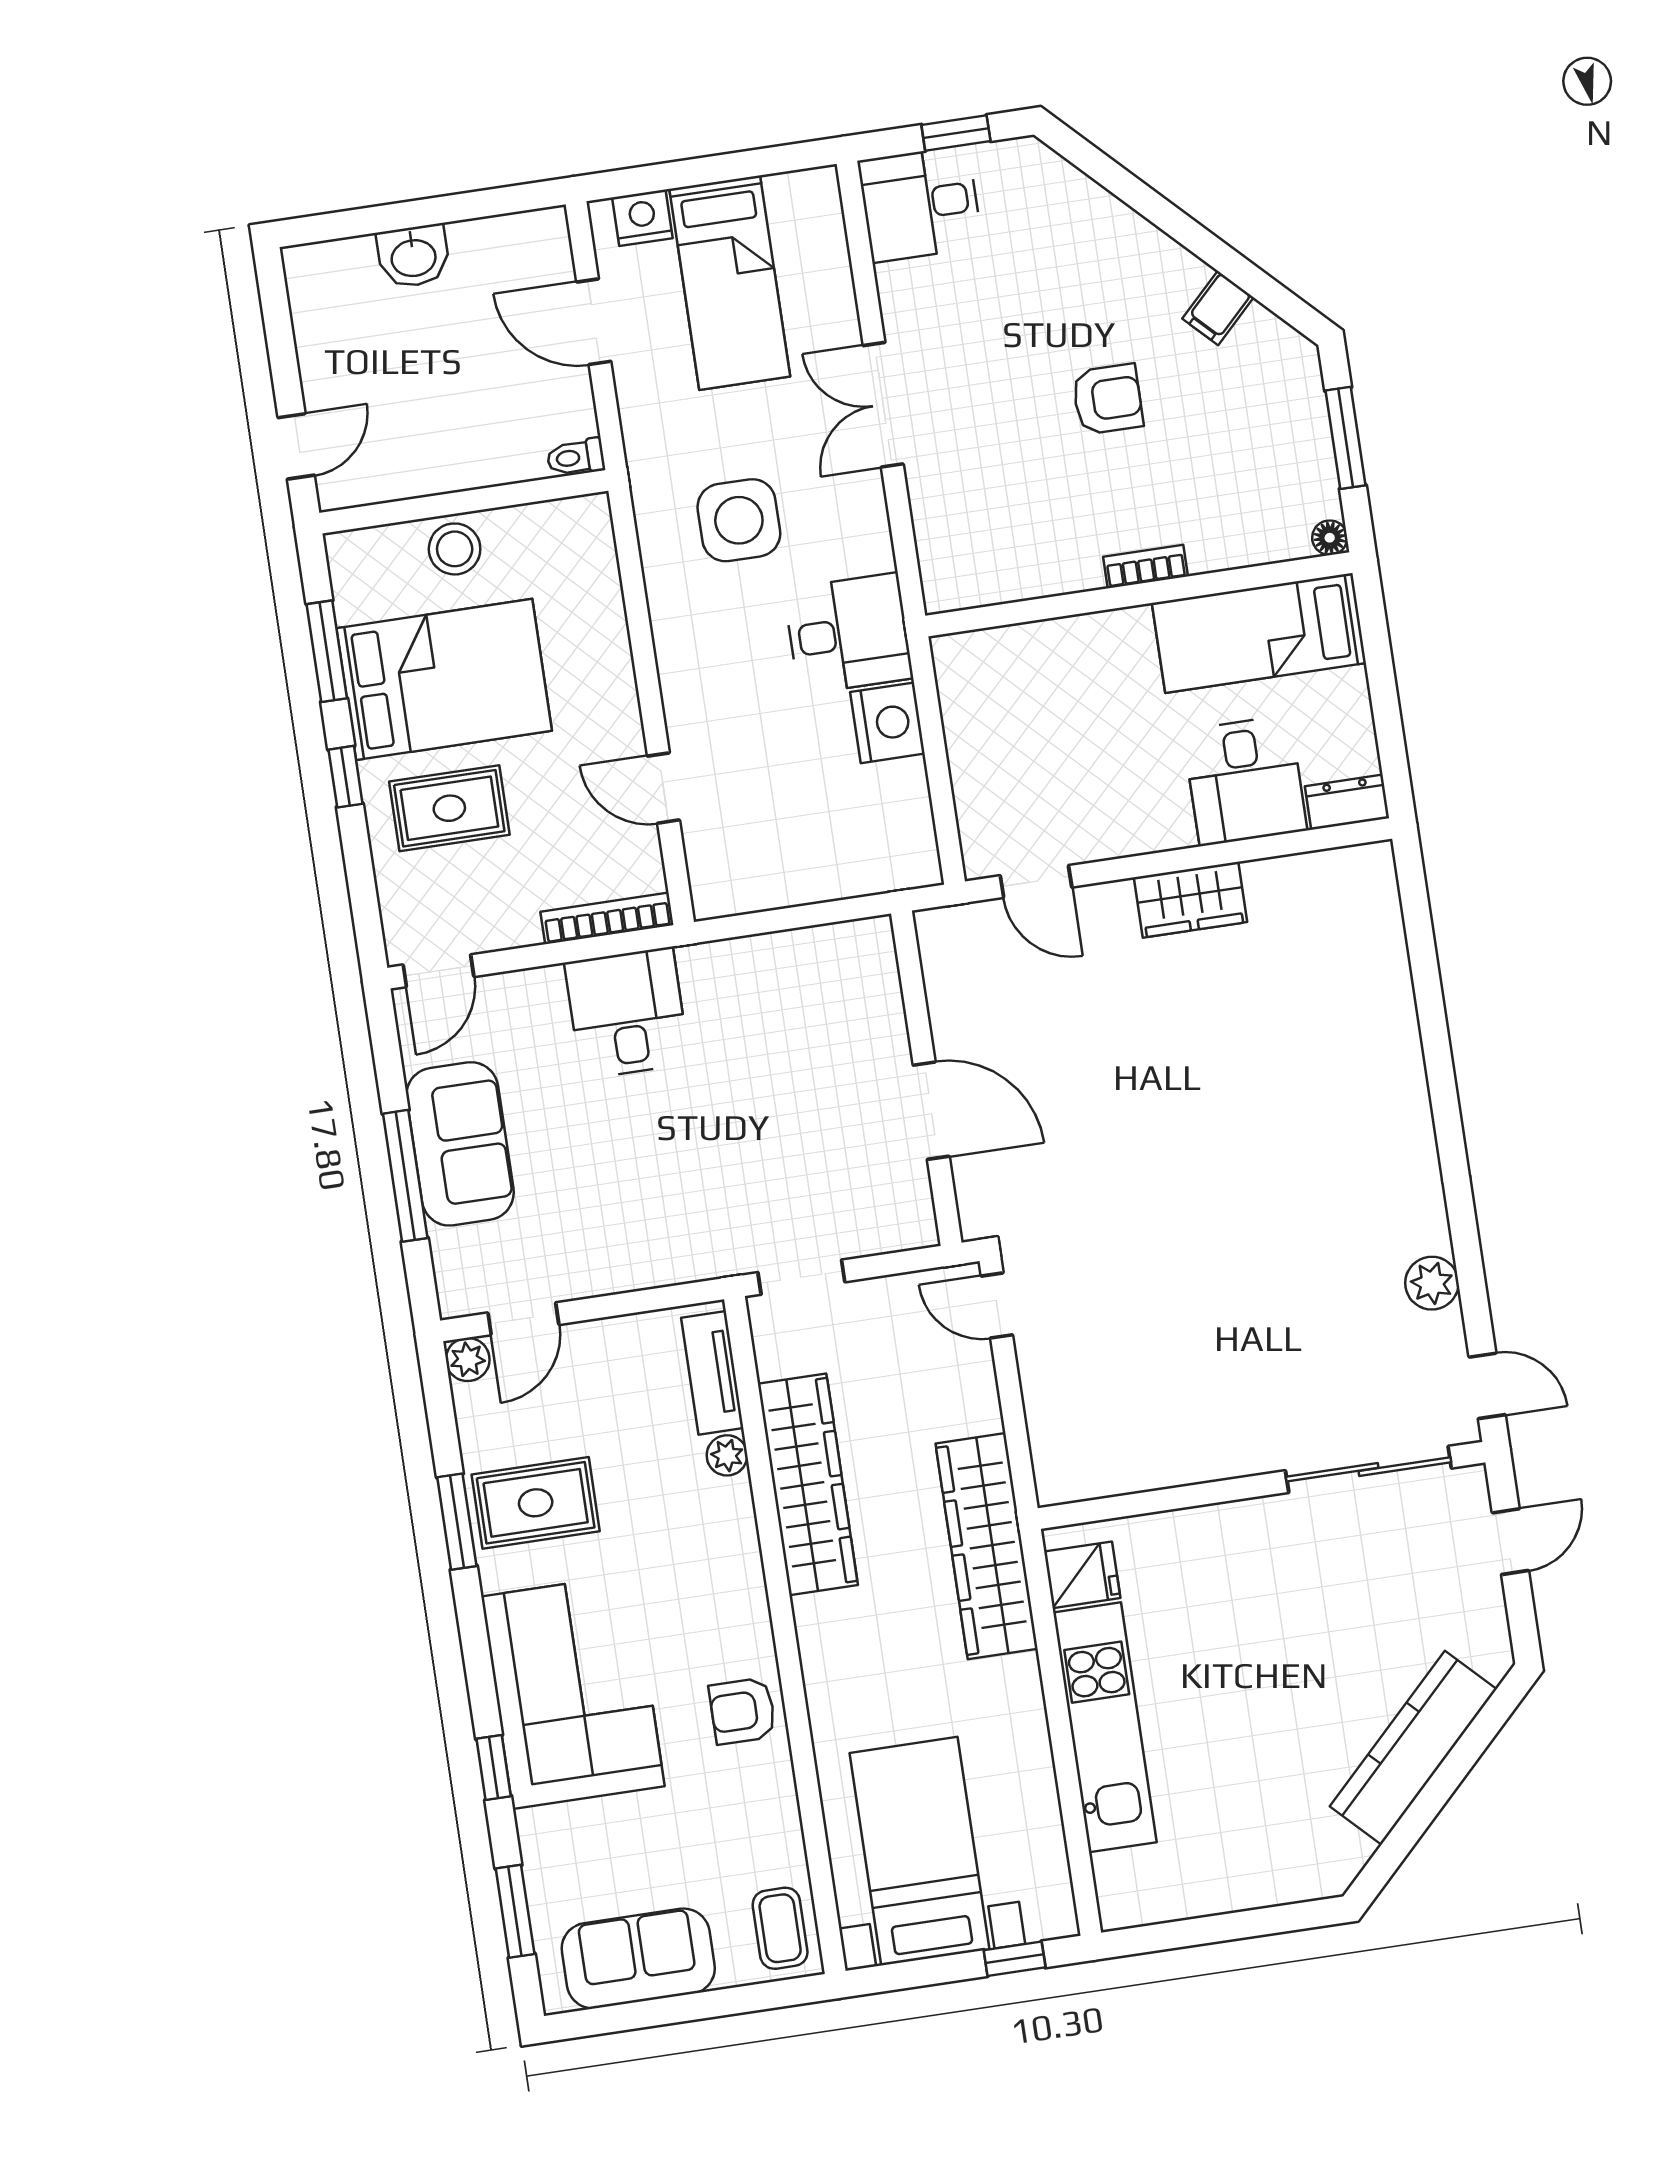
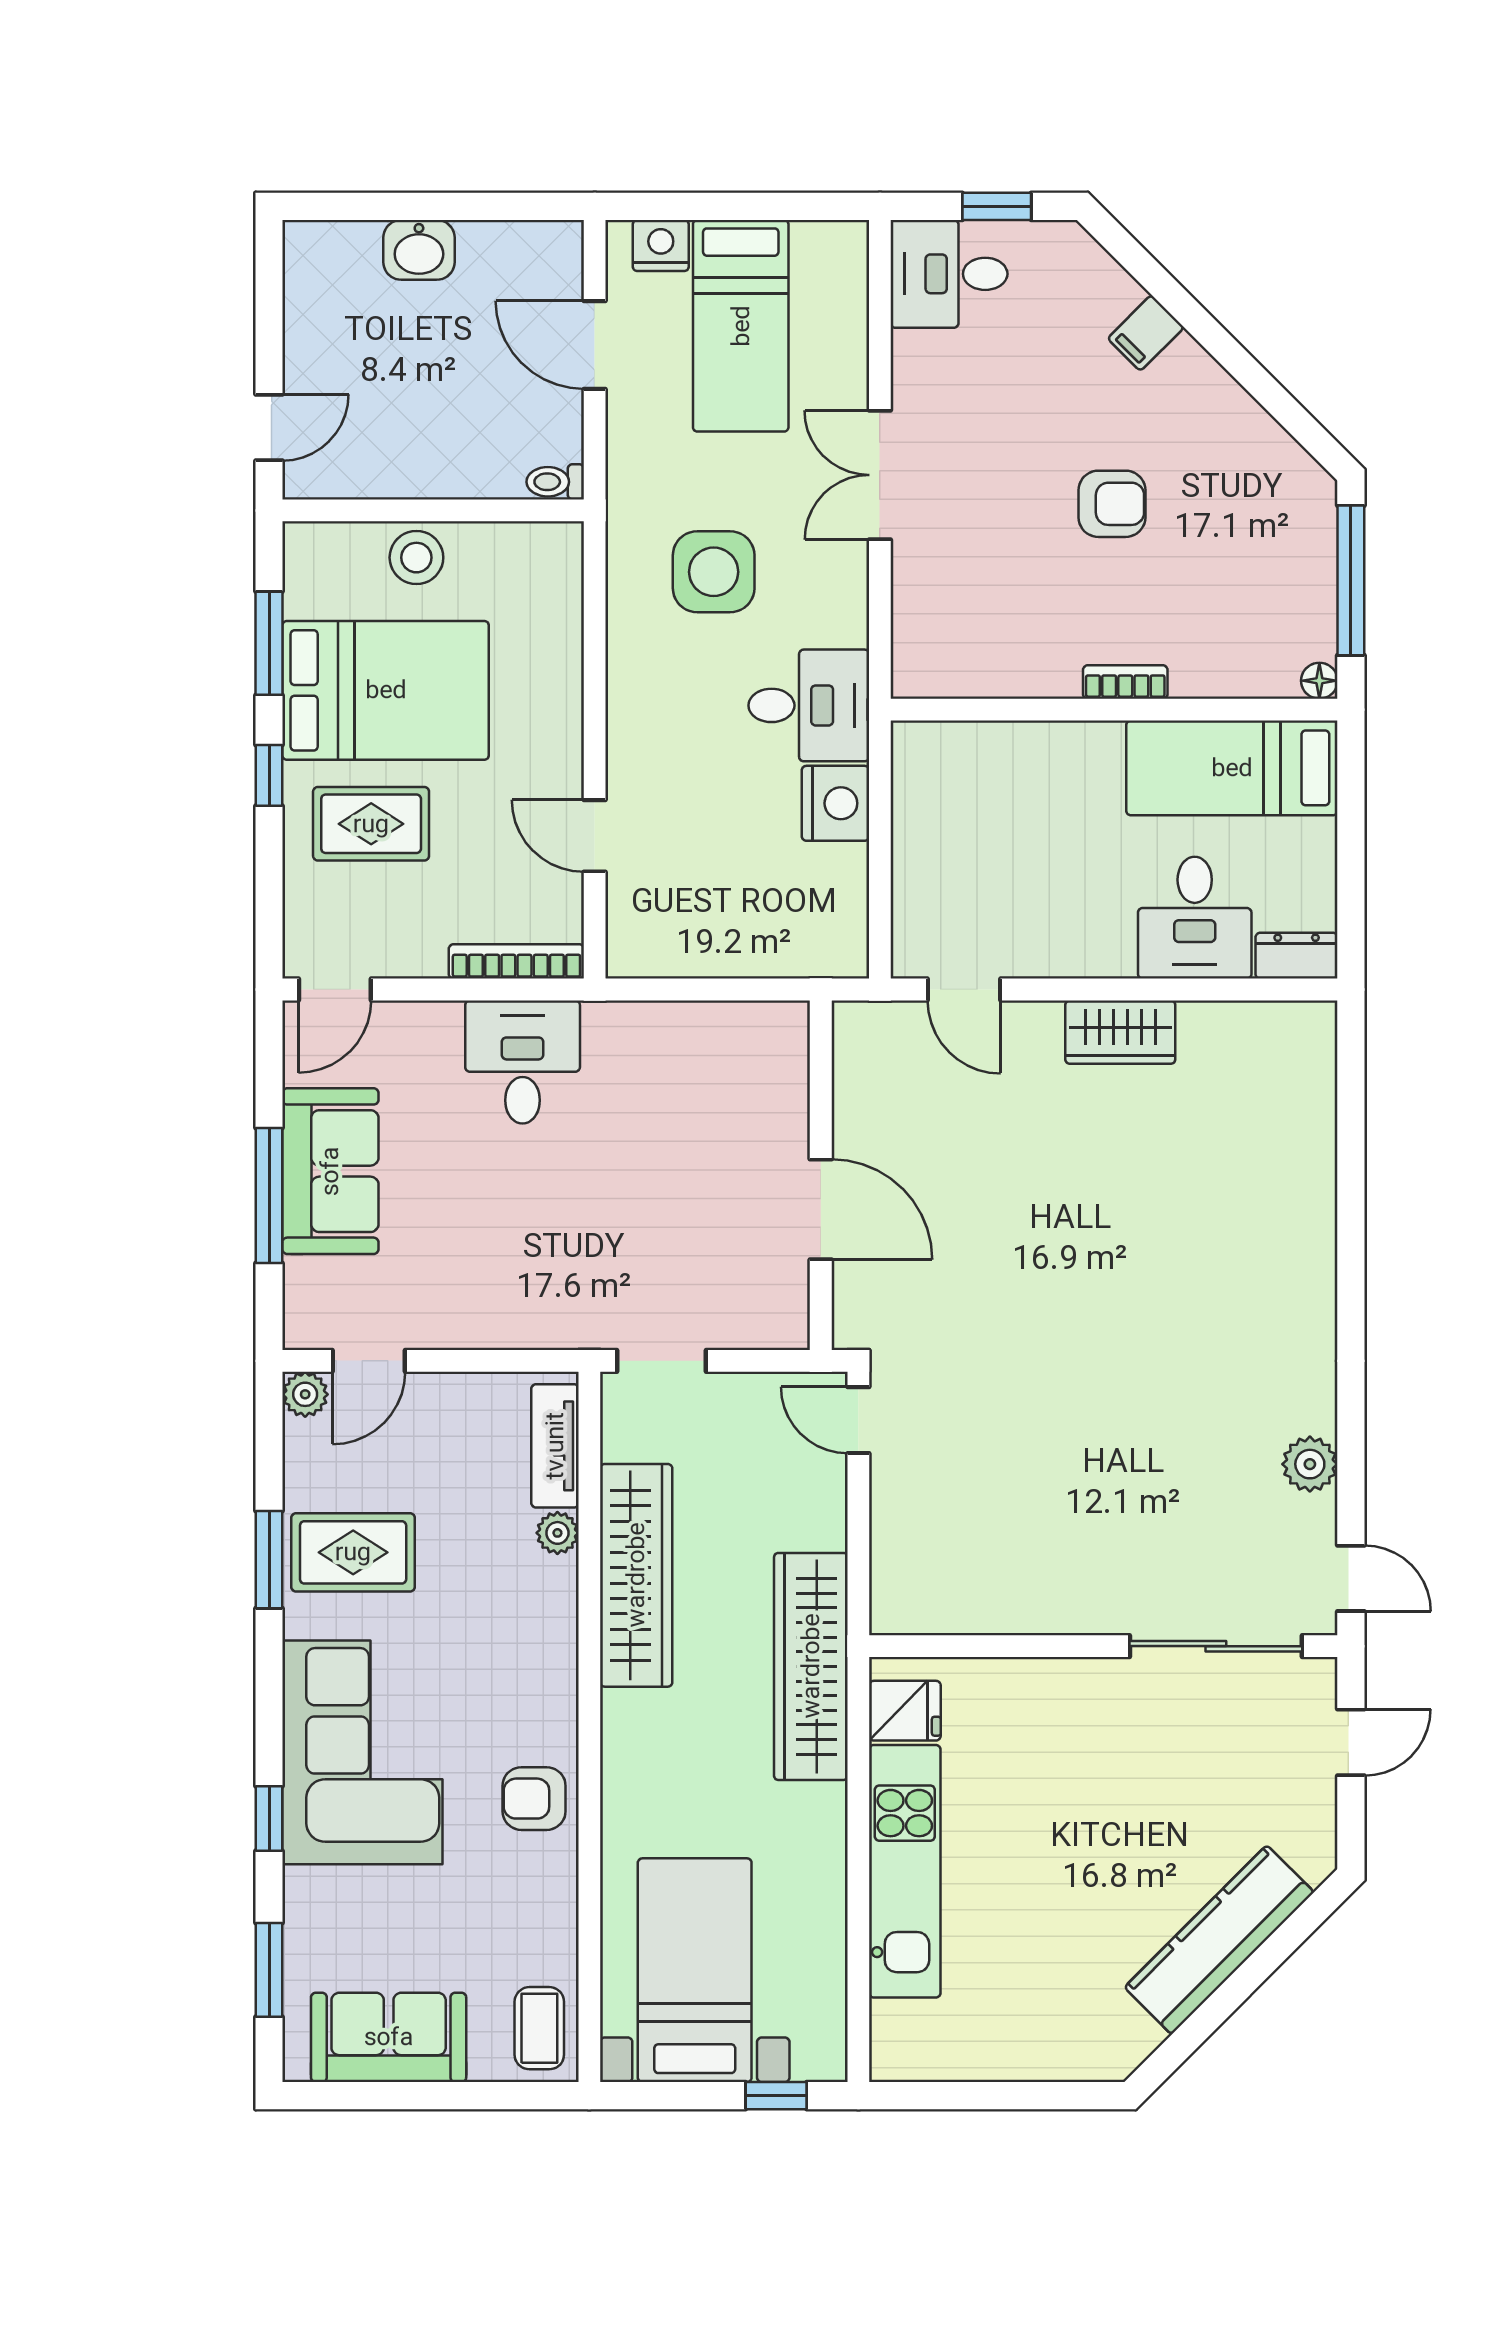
filing cabinet: (1218, 308) -> (1146, 333), moved
window: (1345, 438) -> (1351, 580), width x1.44

